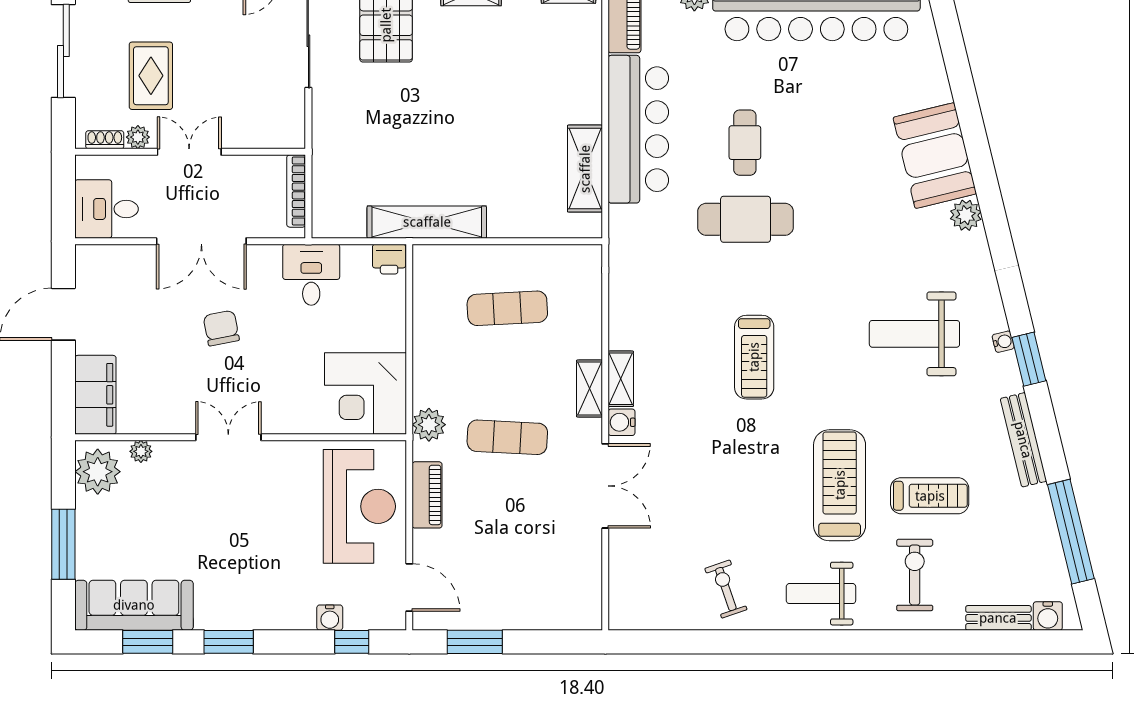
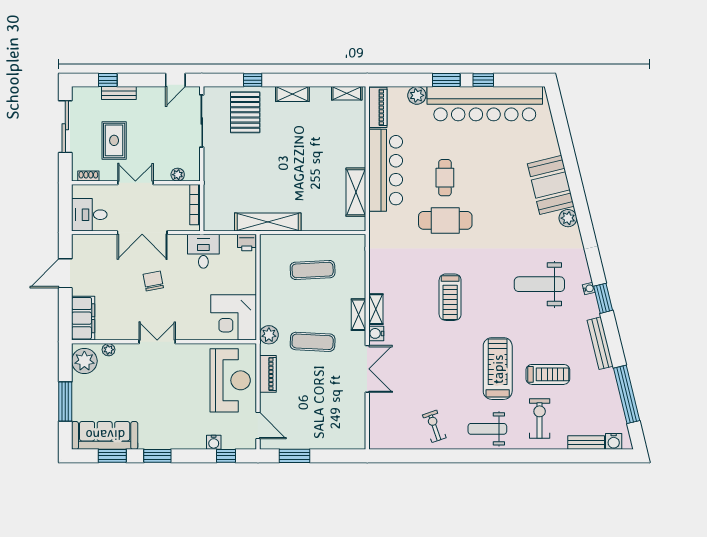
plant: (138, 137) -> (178, 175), moved

